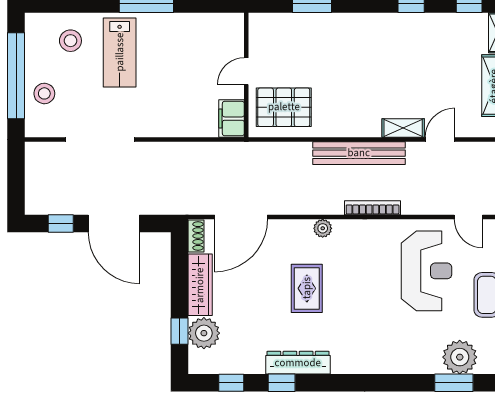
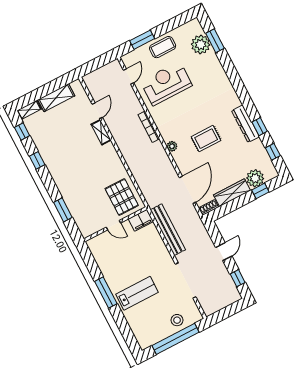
stool: (70, 41) -> (144, 321), removed
door: (440, 140) -> (97, 111), swing flipped
bench: (359, 153) -> (168, 230), moved
door: (241, 217) -> (188, 190), hinge flipped
door: (114, 224) -> (224, 252), width x0.53

